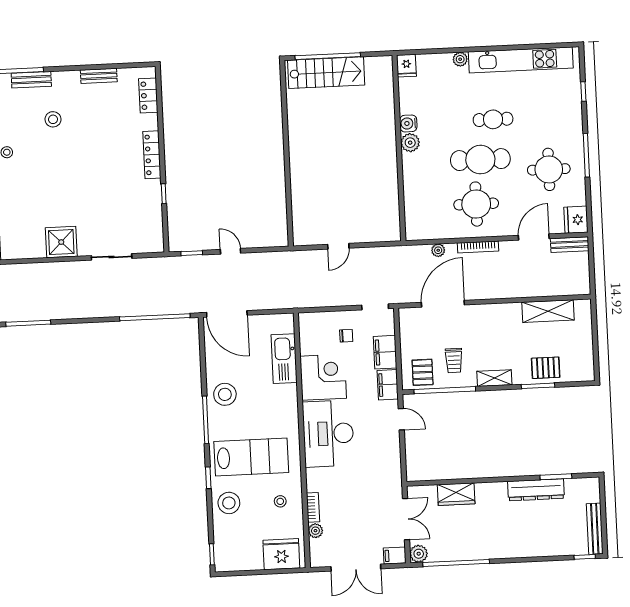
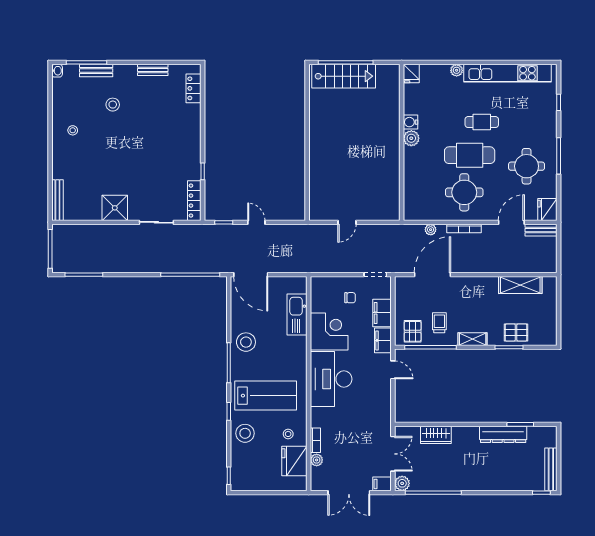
locker: (152, 155) -> (194, 201), moved
trolley: (454, 360) -> (439, 323), turned 180
fridge: (281, 554) -> (294, 461), moved, turned -90

